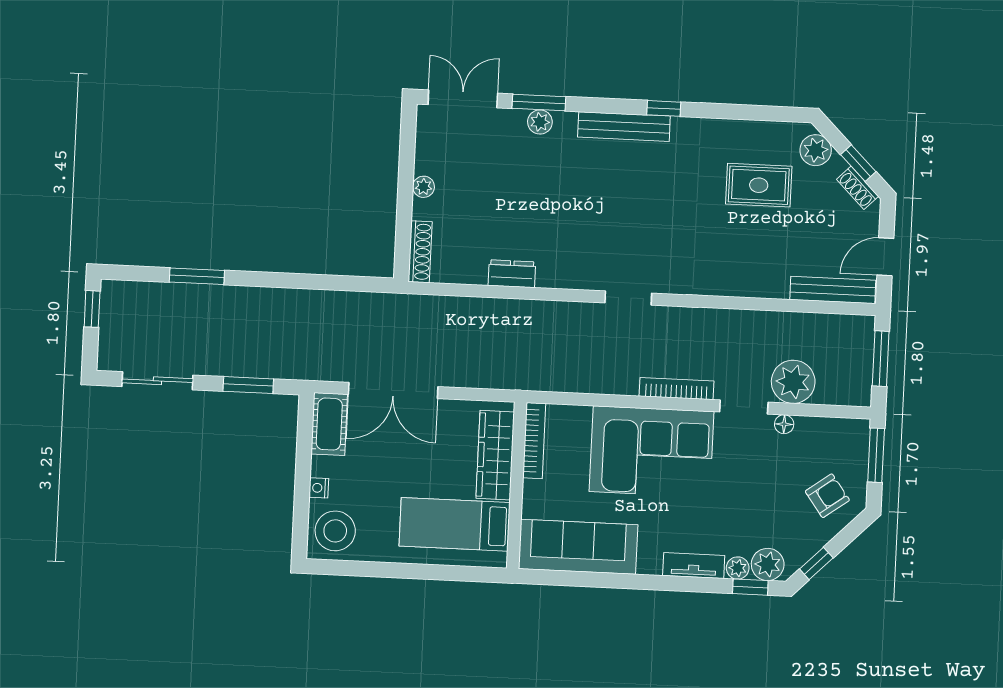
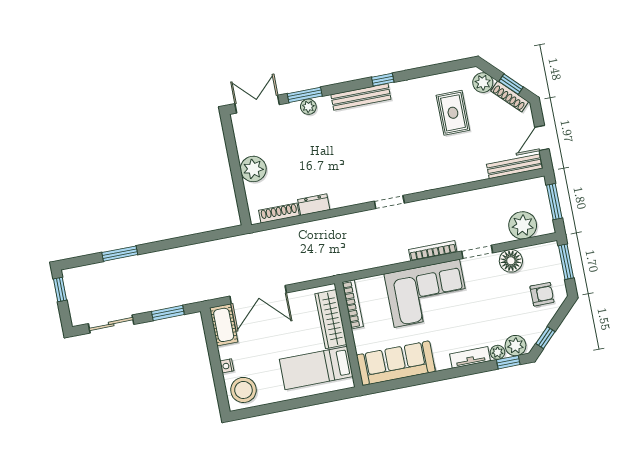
rug: (759, 185) -> (453, 113), turned 90
plant: (424, 187) -> (253, 169), width x1.88, depth x1.88
shoe rack: (858, 188) -> (510, 96), width x1.43
shoe rack: (420, 252) -> (279, 213), moved, turned -90
plant: (793, 382) -> (523, 225), moved
floor lamp: (784, 424) -> (511, 261), width x1.89, depth x1.89
armchair: (827, 496) -> (542, 294), turned 36

